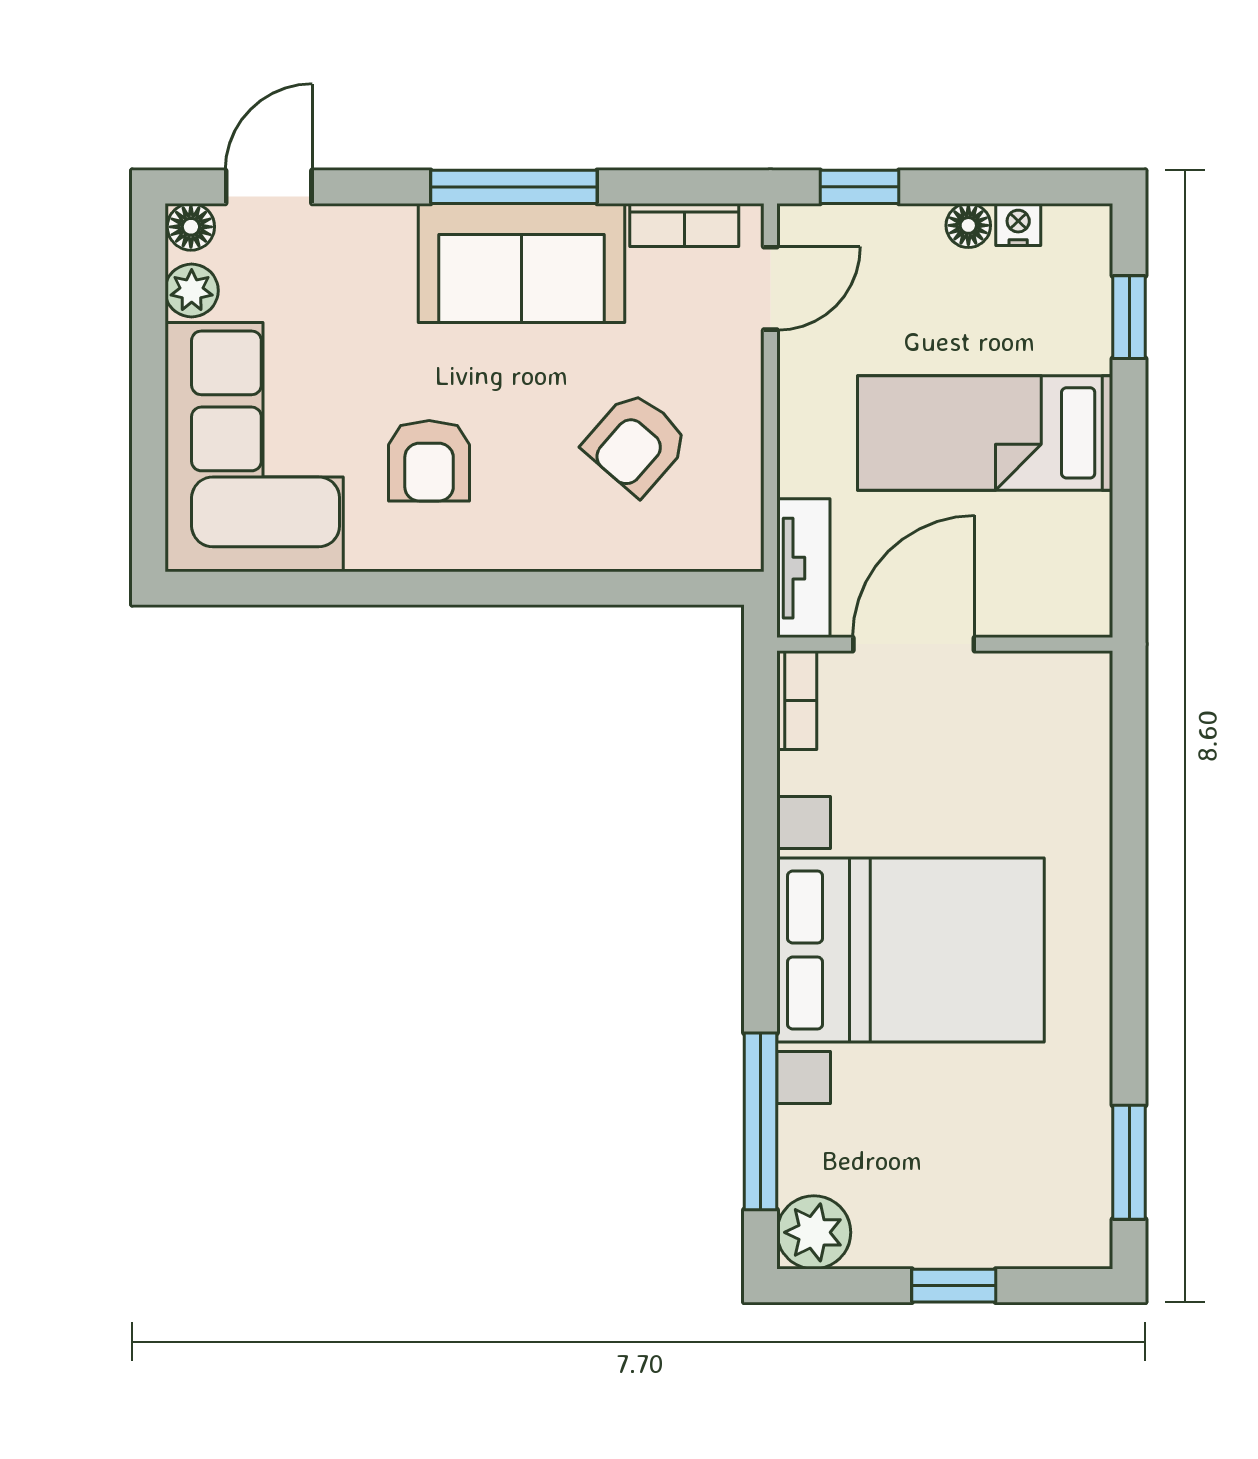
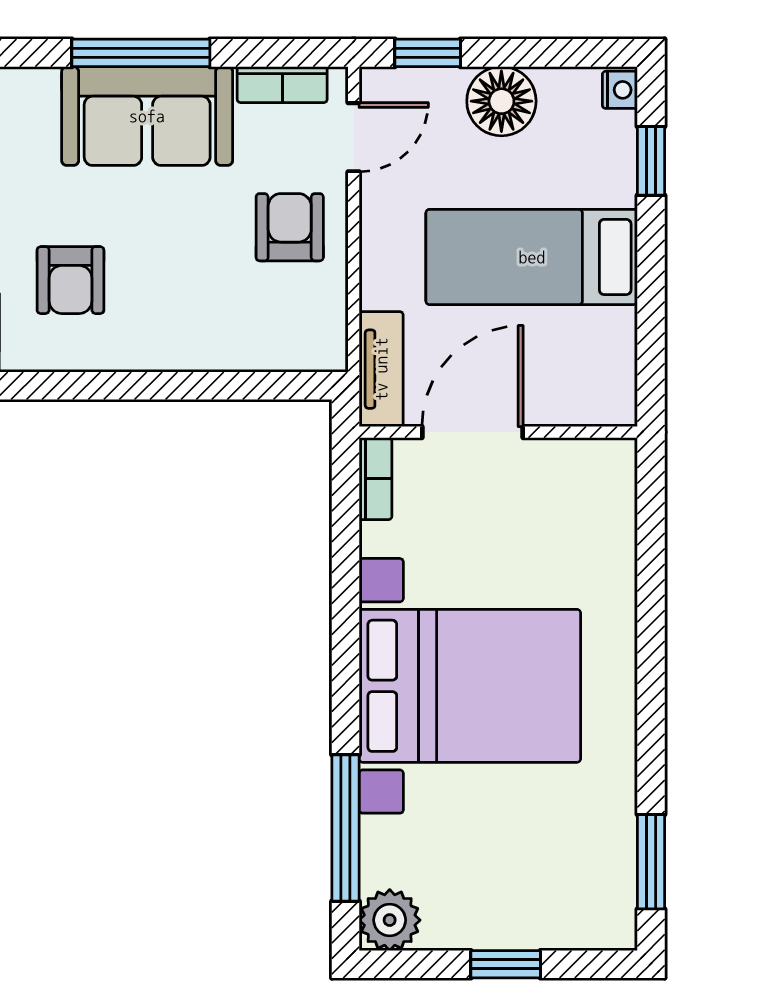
nightstand: (1018, 224) -> (620, 90), moved, turned 90
floor lamp: (968, 225) -> (501, 101), width x1.89, depth x1.89
armchair: (636, 443) -> (290, 227), moved, turned 139

